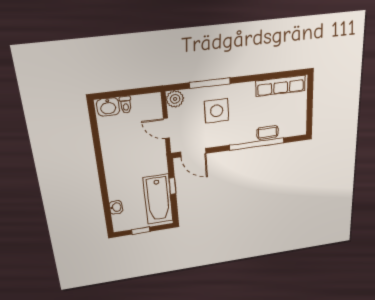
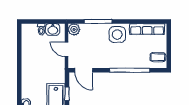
washbasin: (108, 107) -> (53, 29), moved
side table: (217, 111) -> (117, 35), moved
coffee table: (268, 132) -> (158, 57), moved

